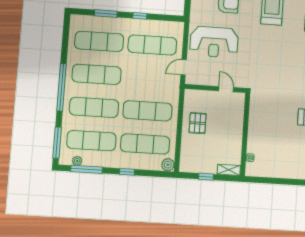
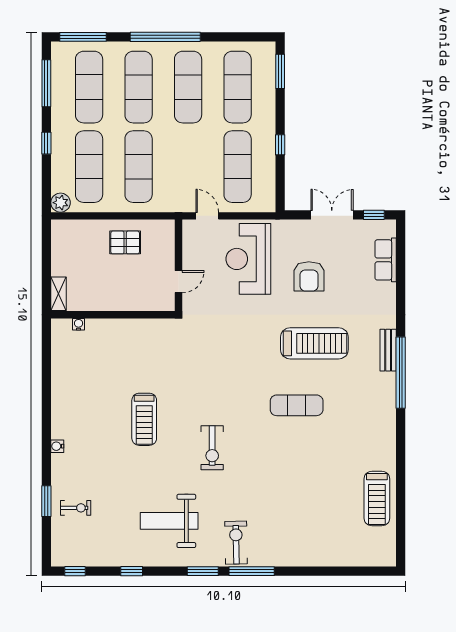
window: (106, 14) -> (280, 71), moved
plant: (77, 161) -> (58, 68), removed
window: (206, 177) -> (46, 260), removed

